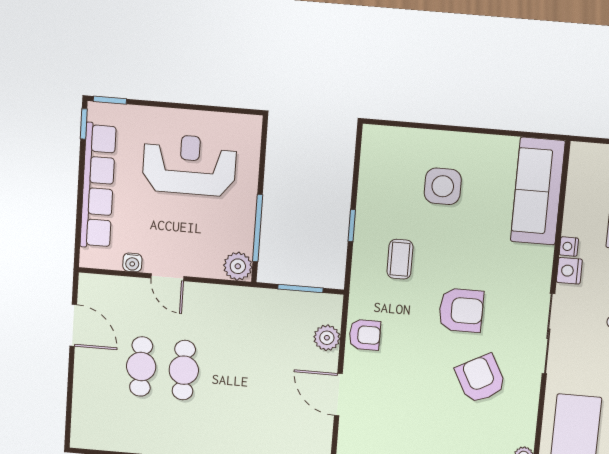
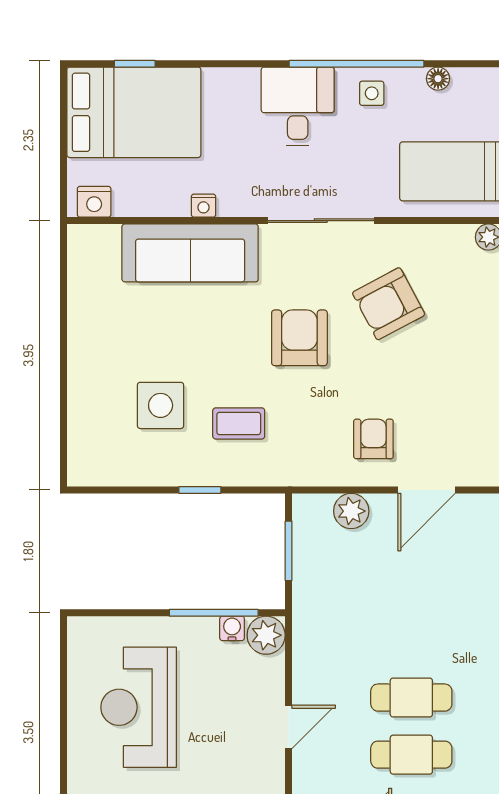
side table: (443, 186) -> (161, 405), moved
sofa: (538, 191) -> (190, 253), moved
water cooler: (132, 262) -> (232, 628), moved, turned -90
nightstand: (569, 271) -> (94, 202), moved
armchair: (365, 335) -> (373, 439), moved

